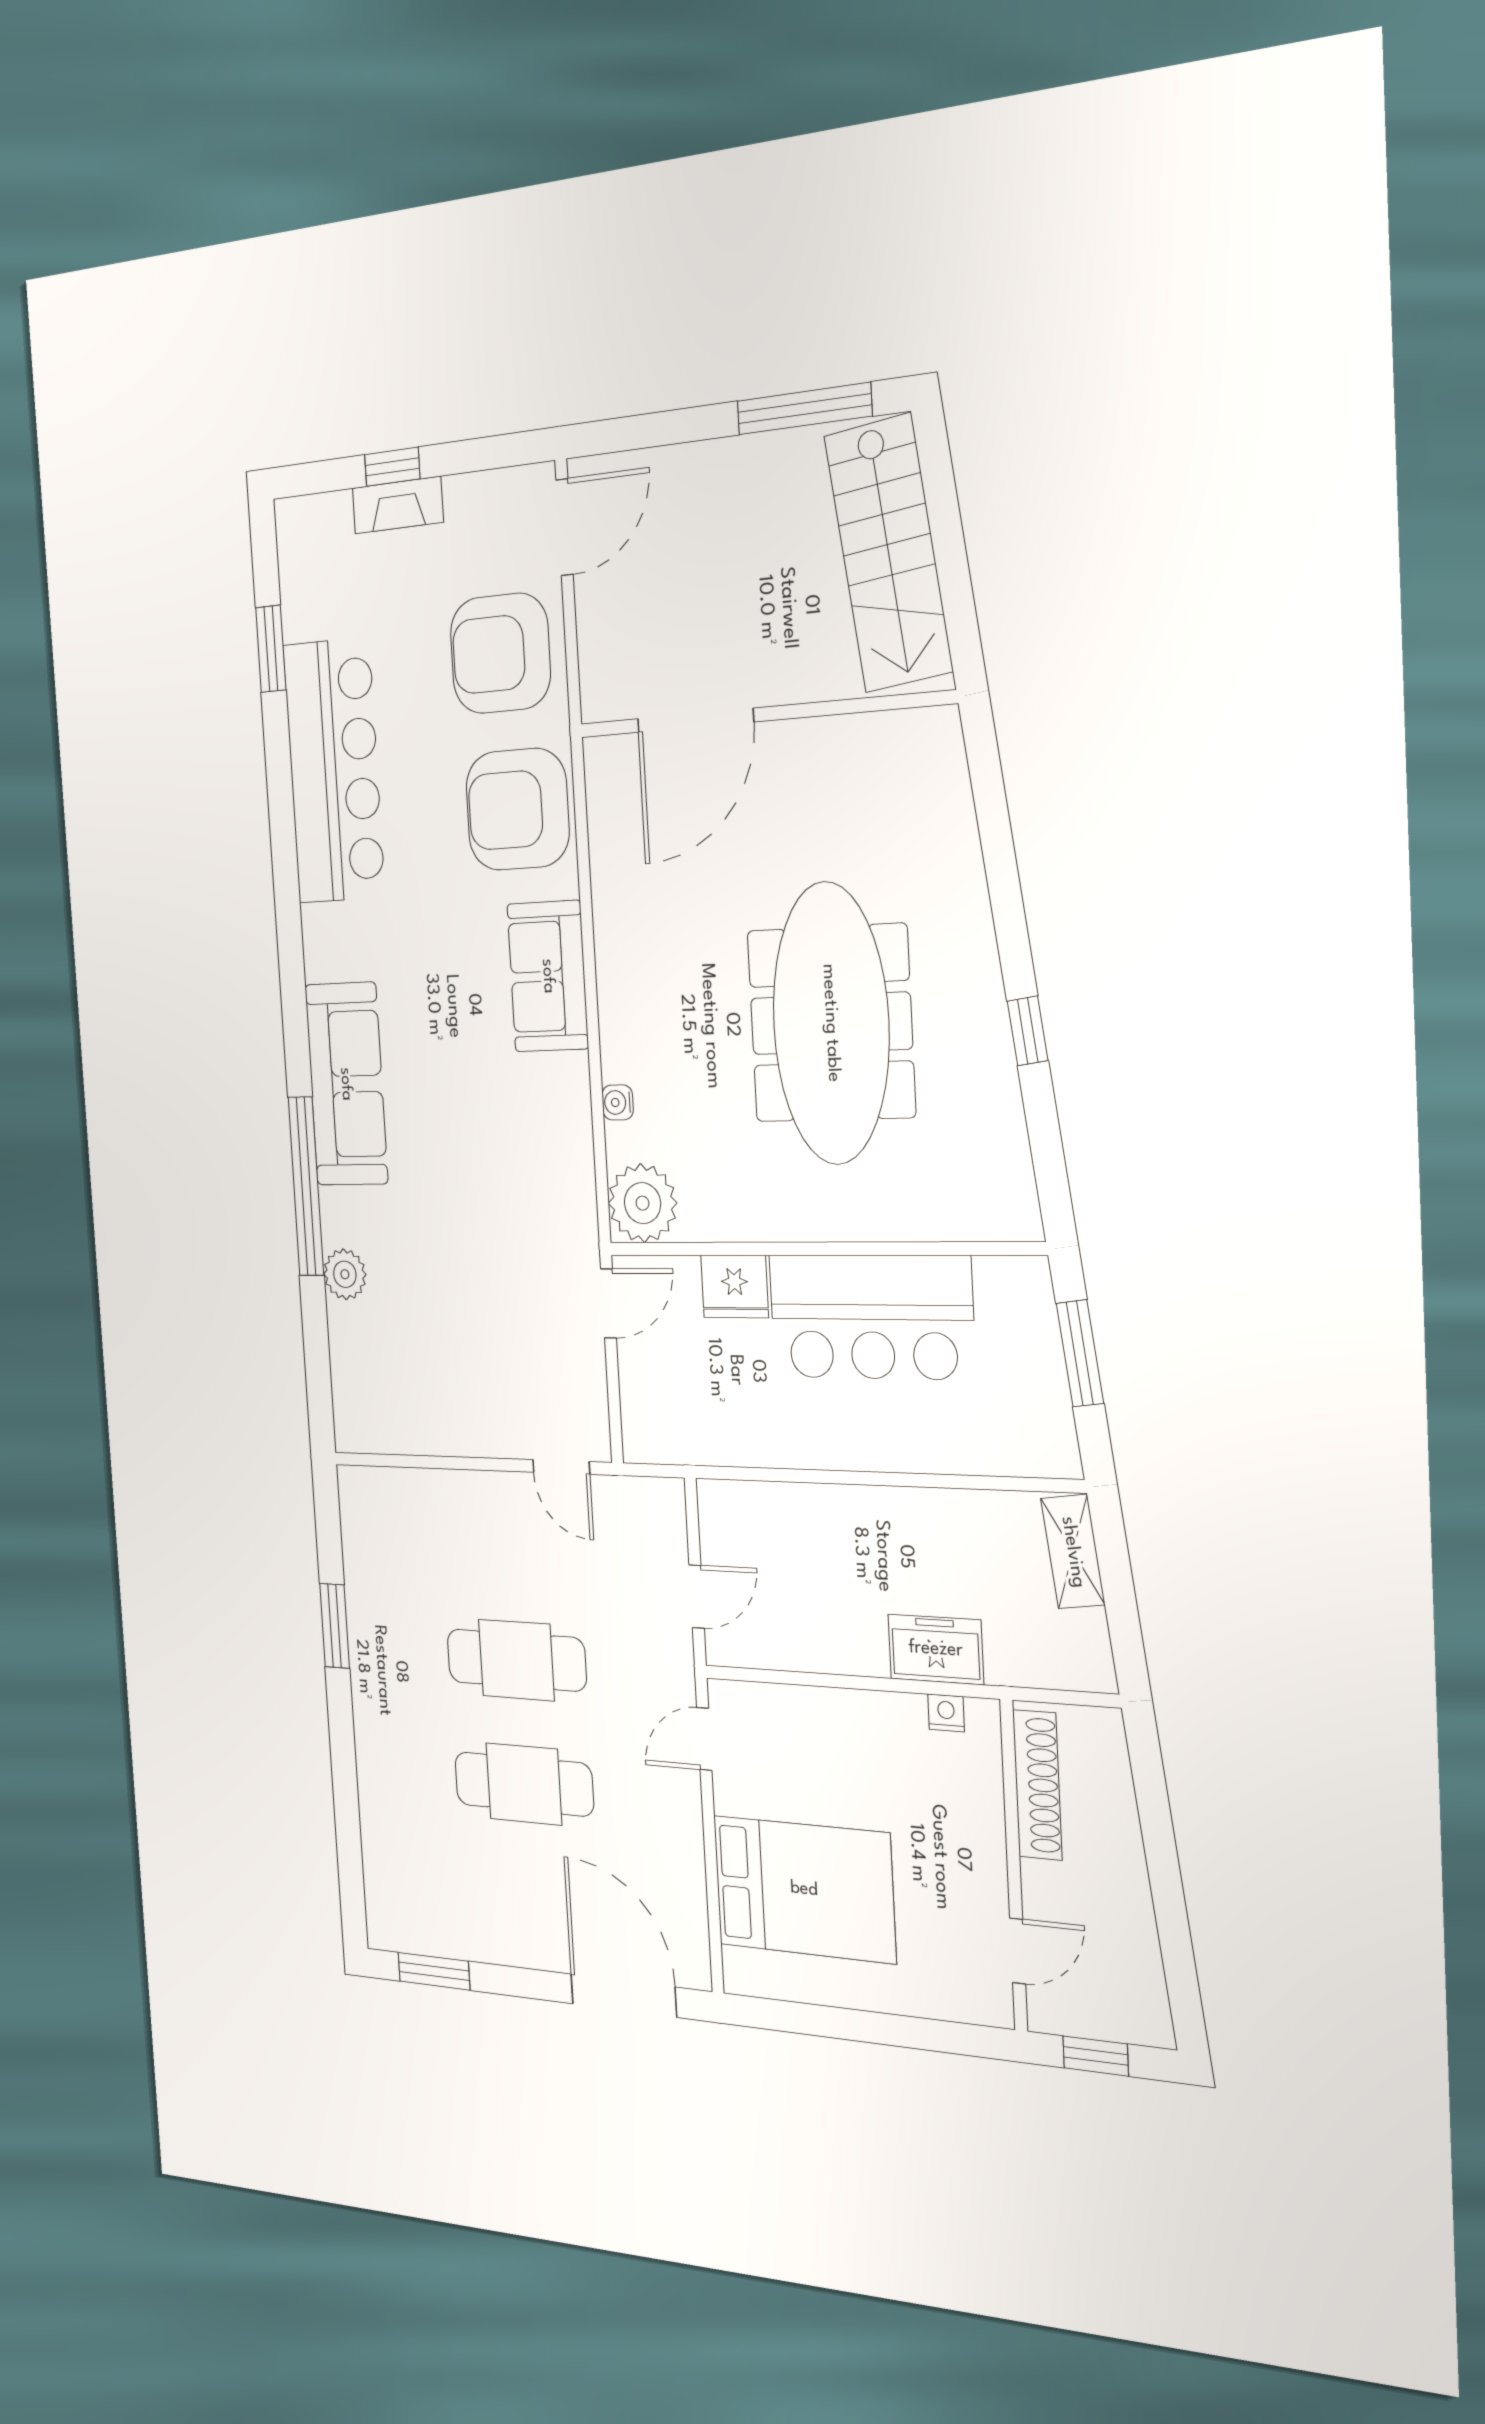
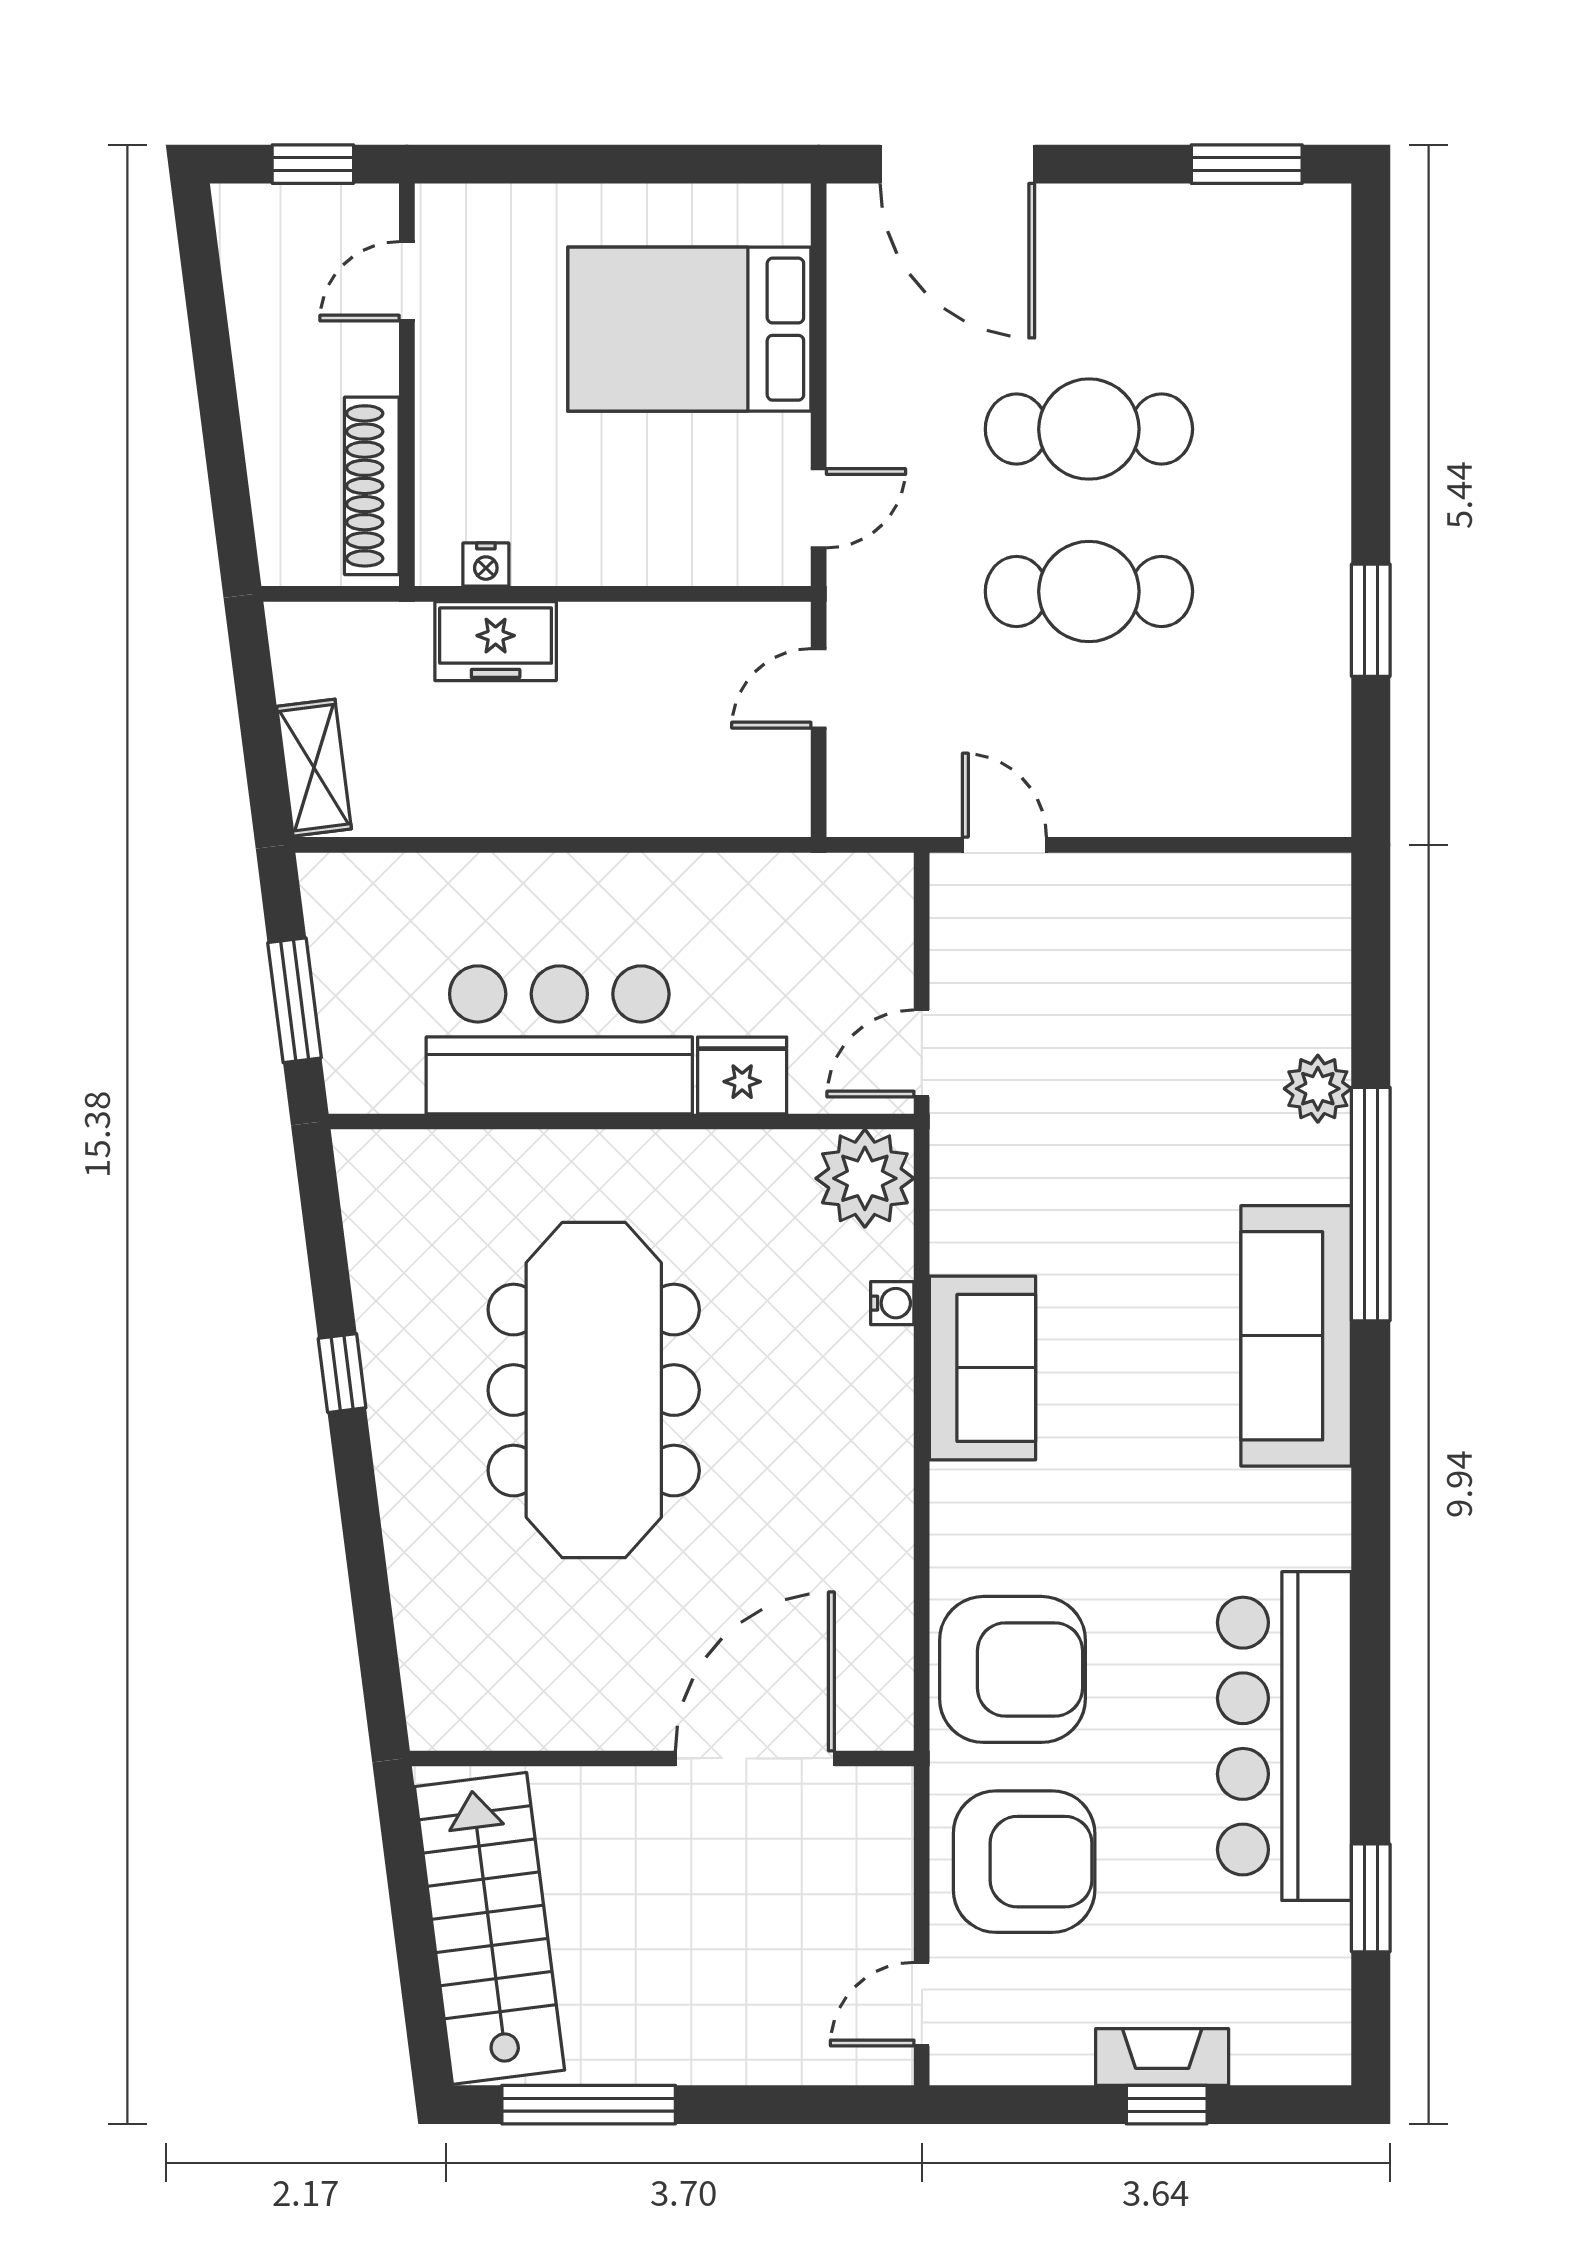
door: (565, 527) -> (922, 2004), width x0.73
sofa: (548, 976) -> (983, 1368), moved

